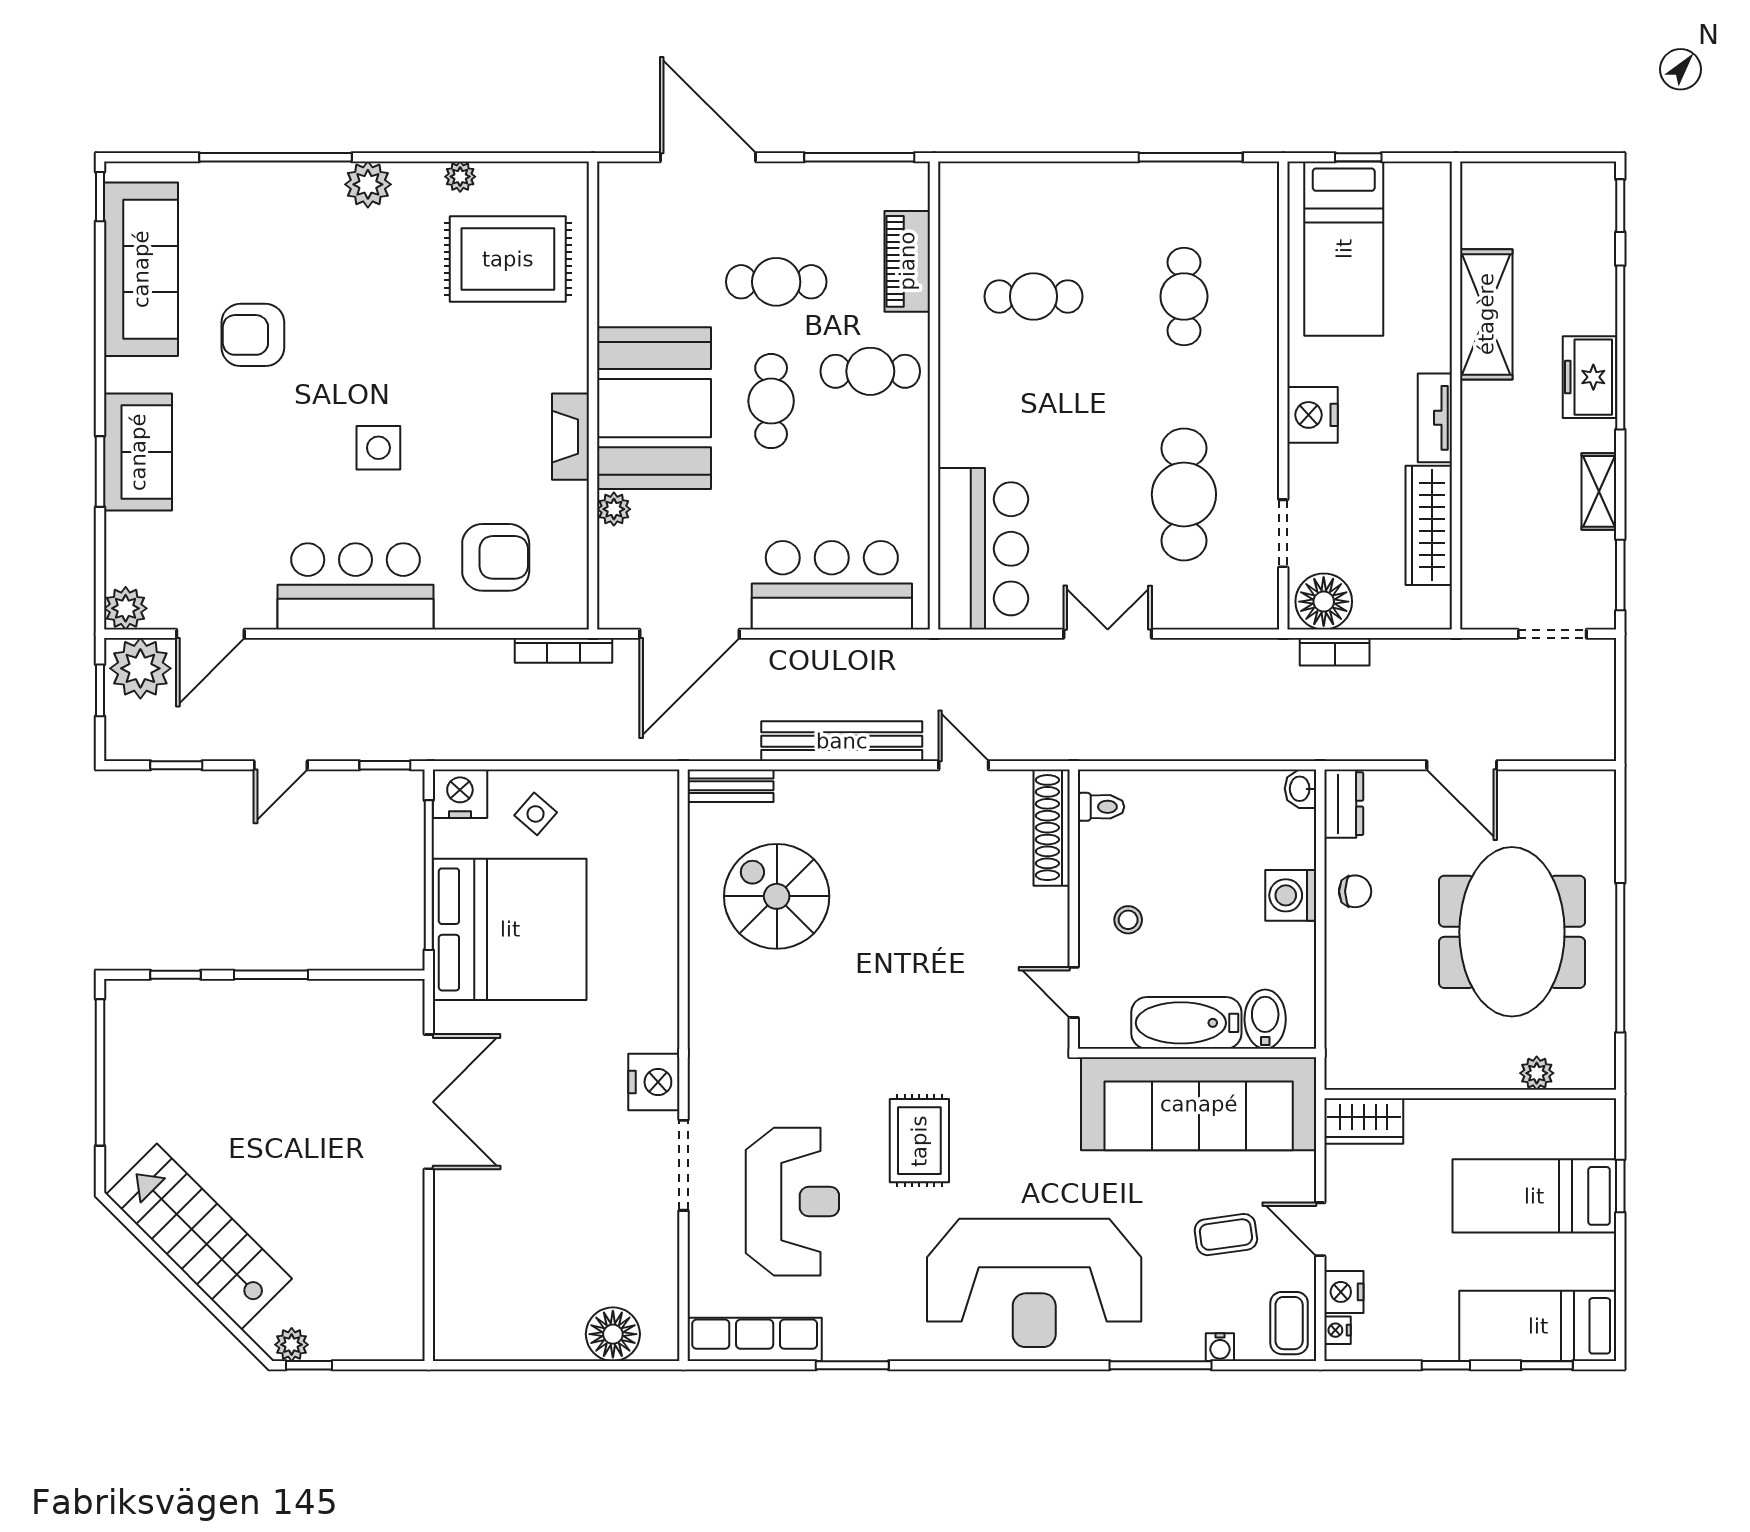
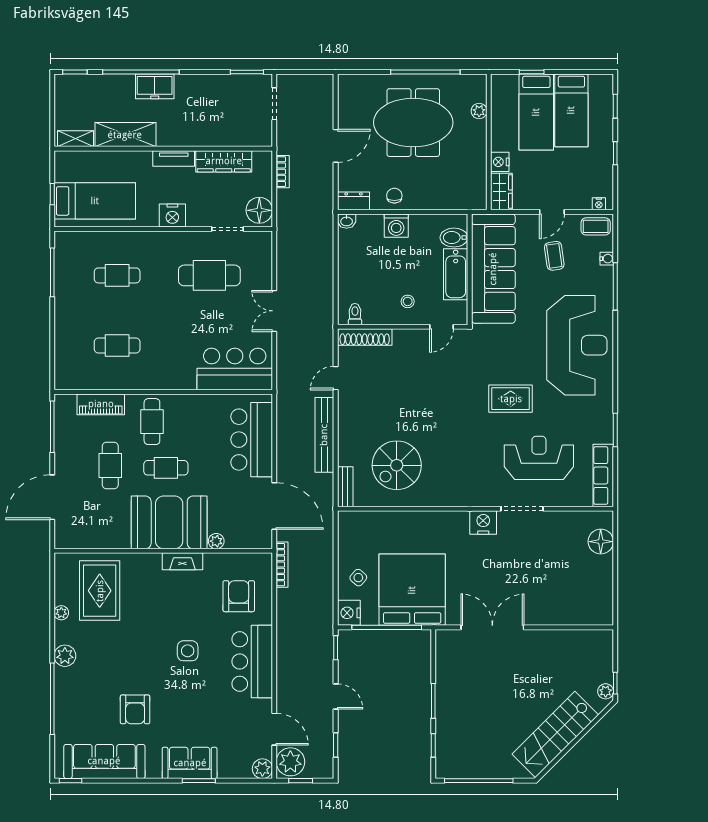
cafe table: (1034, 296) -> (117, 346), turned 90
shelving: (1599, 491) -> (76, 139), moved
bookcase: (1335, 652) -> (283, 172), moved
nightstand: (1344, 1292) -> (500, 162), moved, turned 90
bed: (1538, 1326) -> (571, 110), moved

